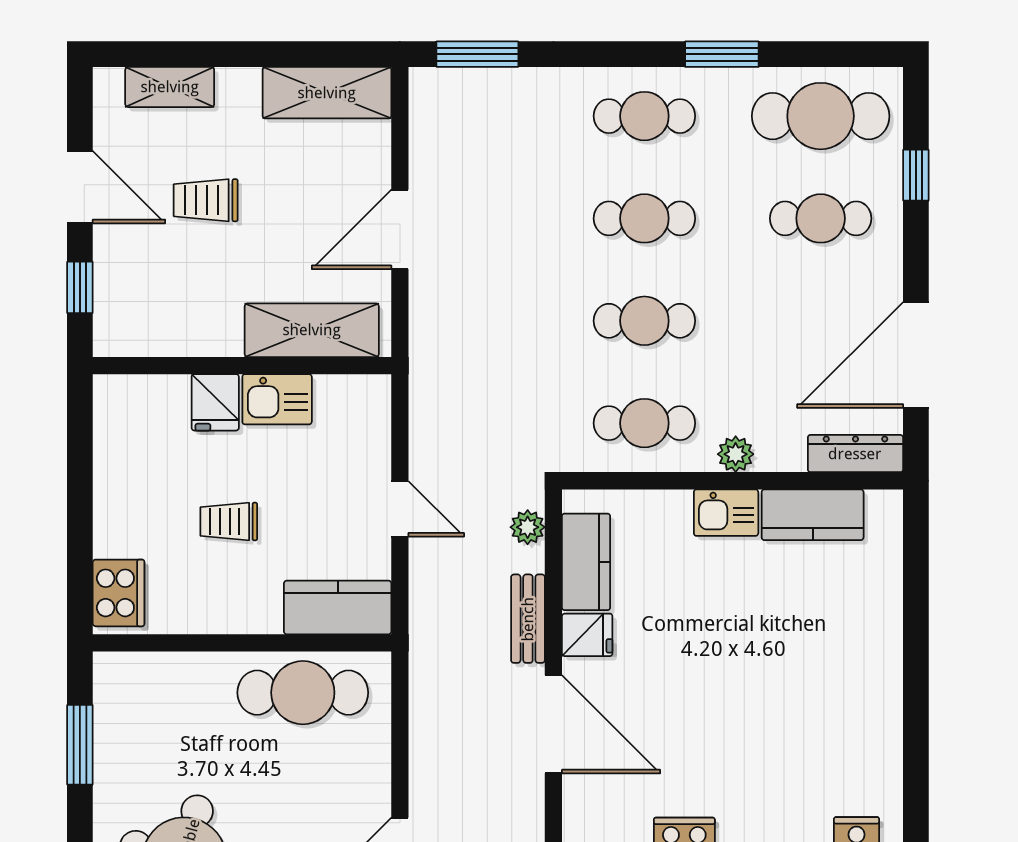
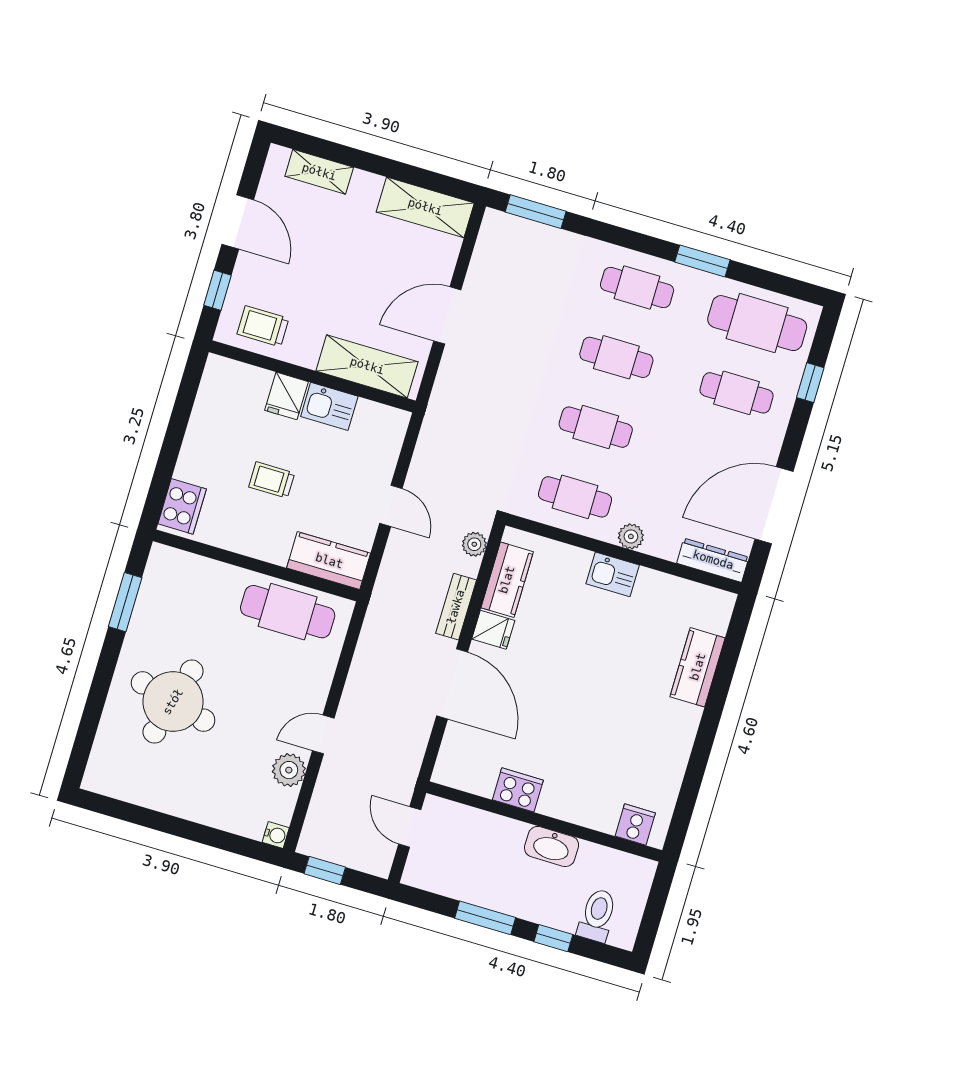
trolley: (206, 200) -> (263, 326), moved
kitchen counter: (813, 515) -> (698, 667), moved, turned 90

